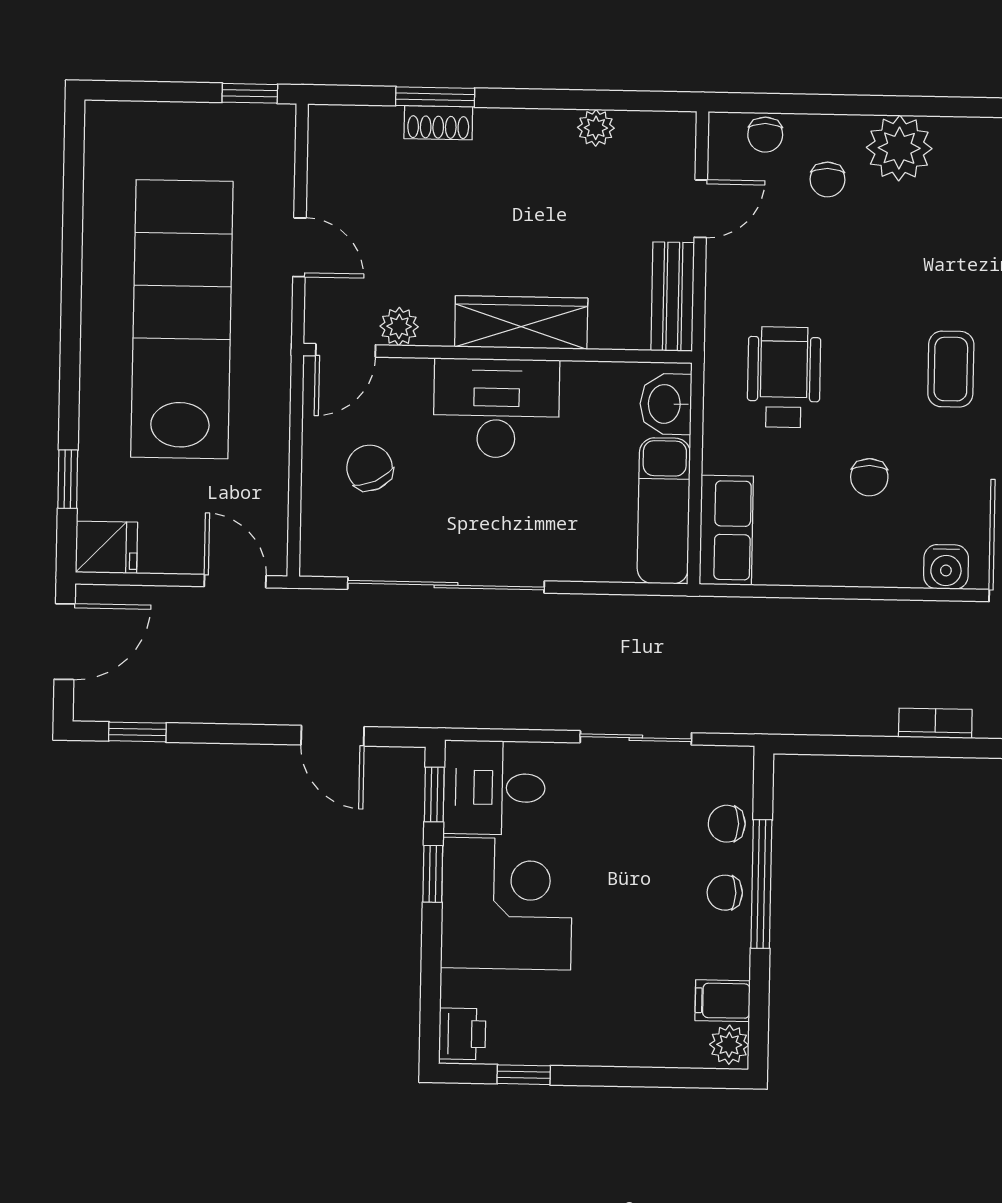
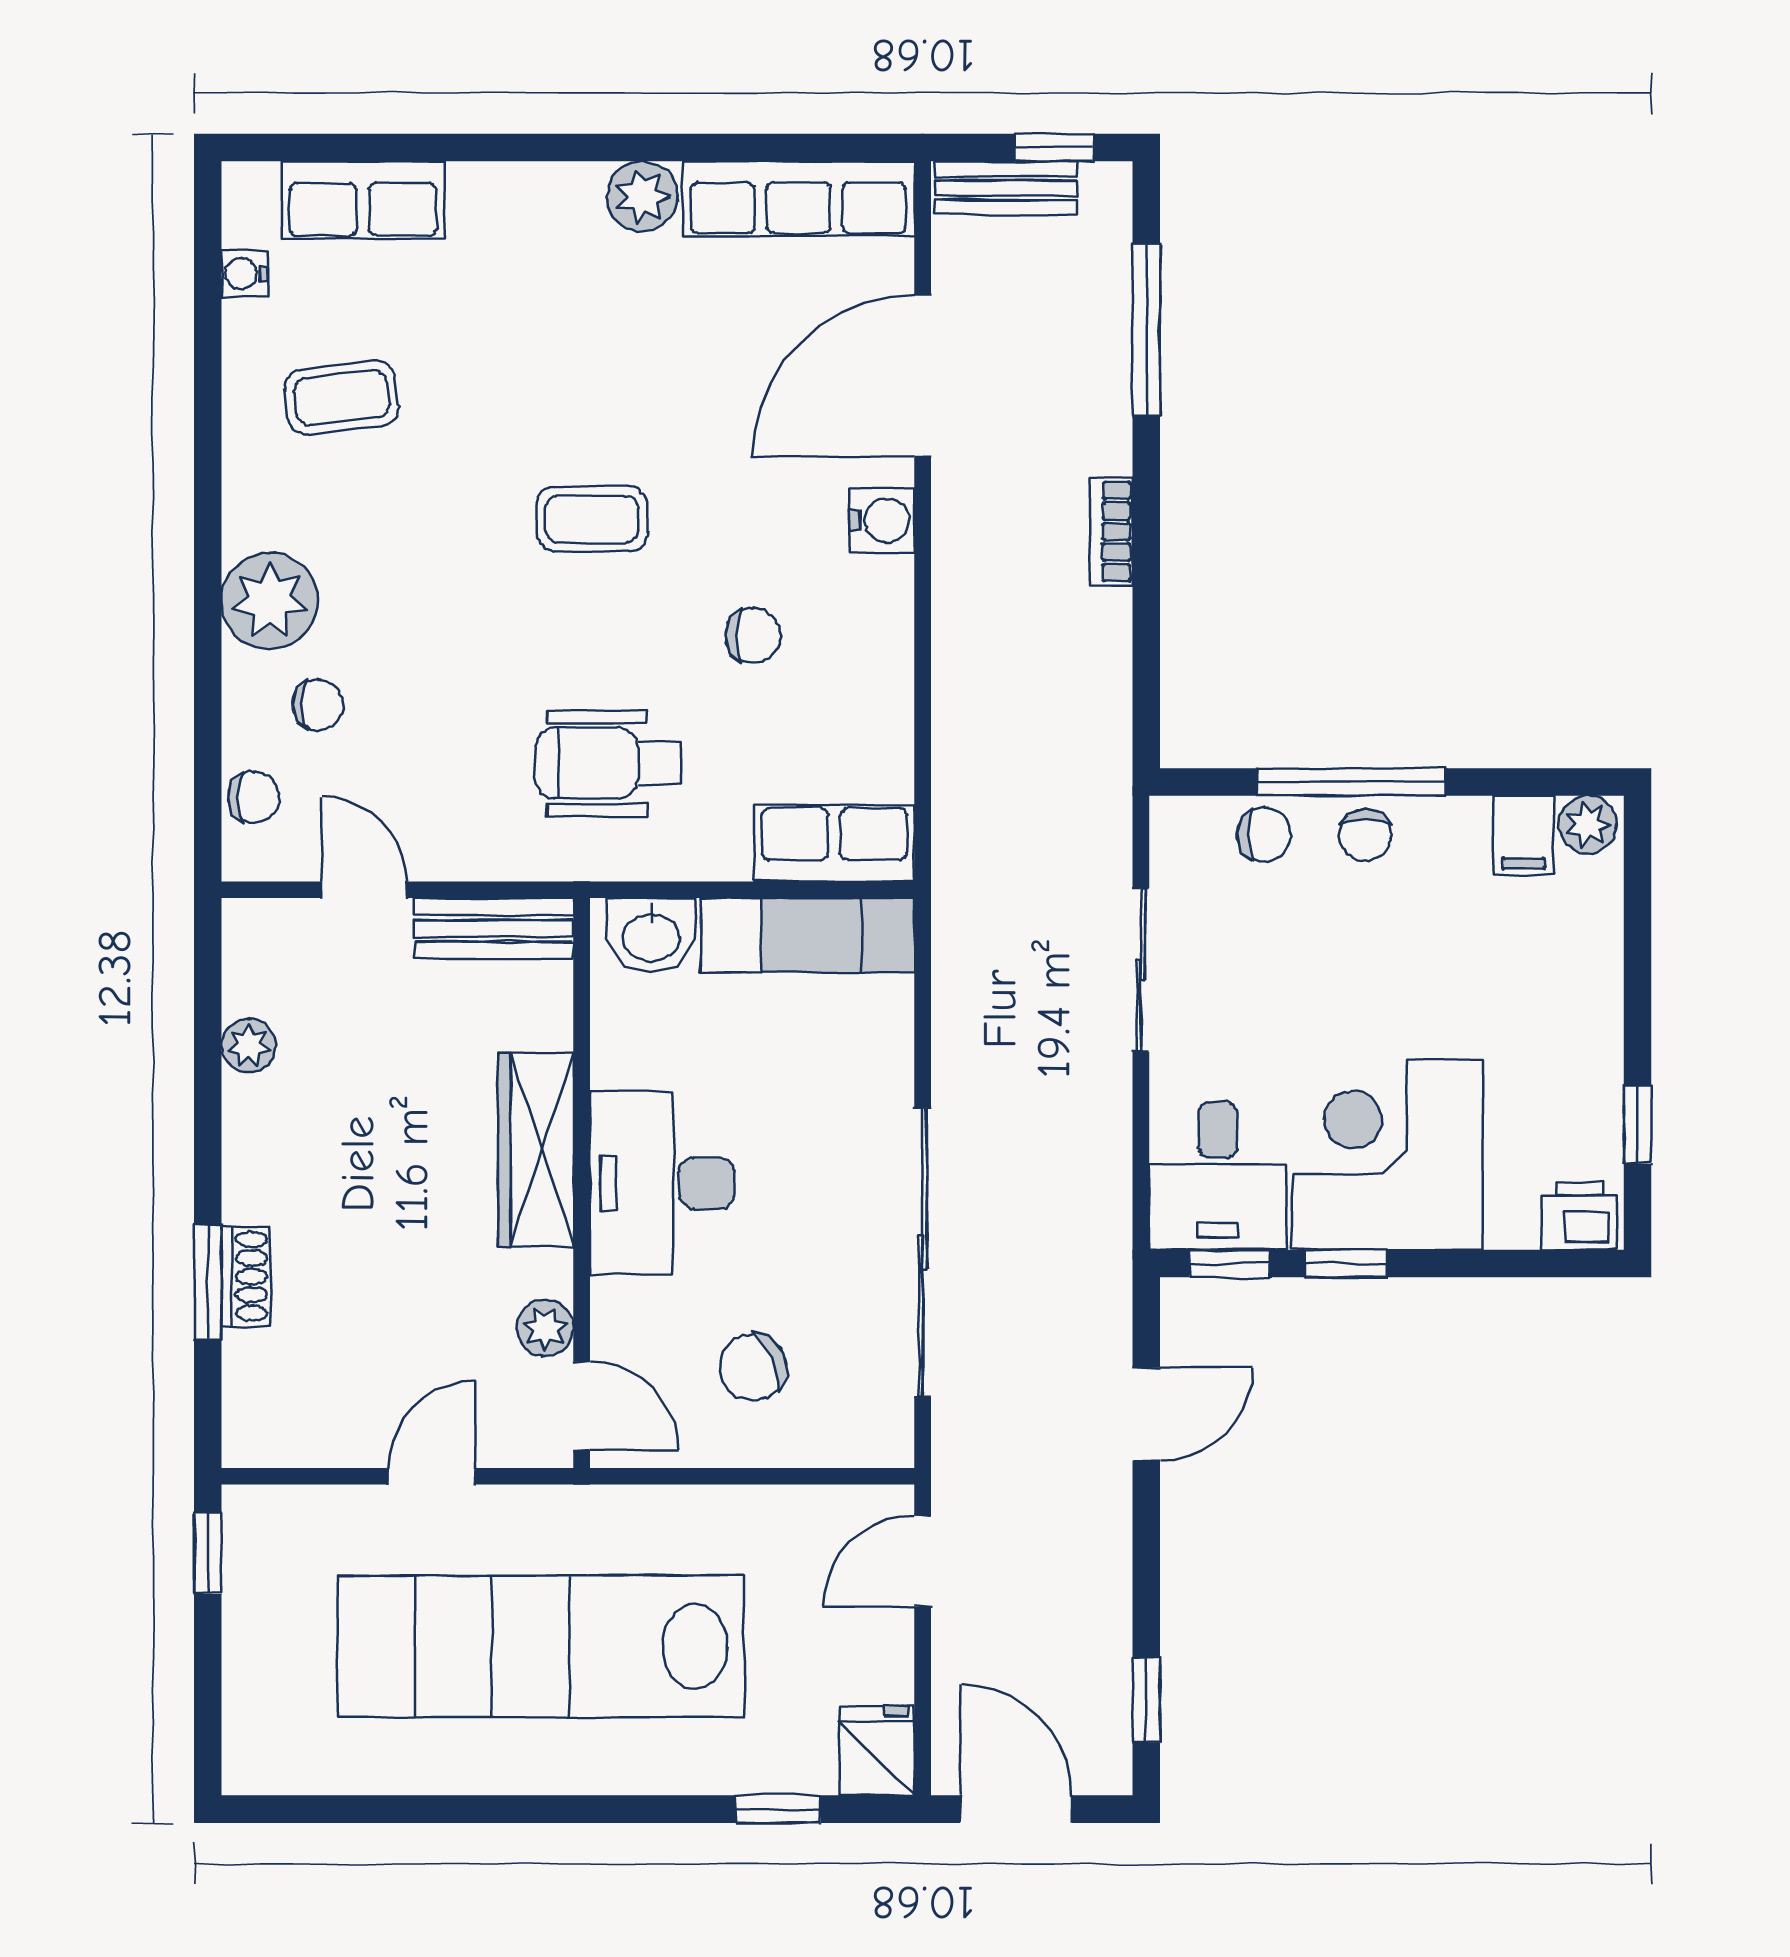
chair: (727, 824) -> (1264, 834), turned -90

